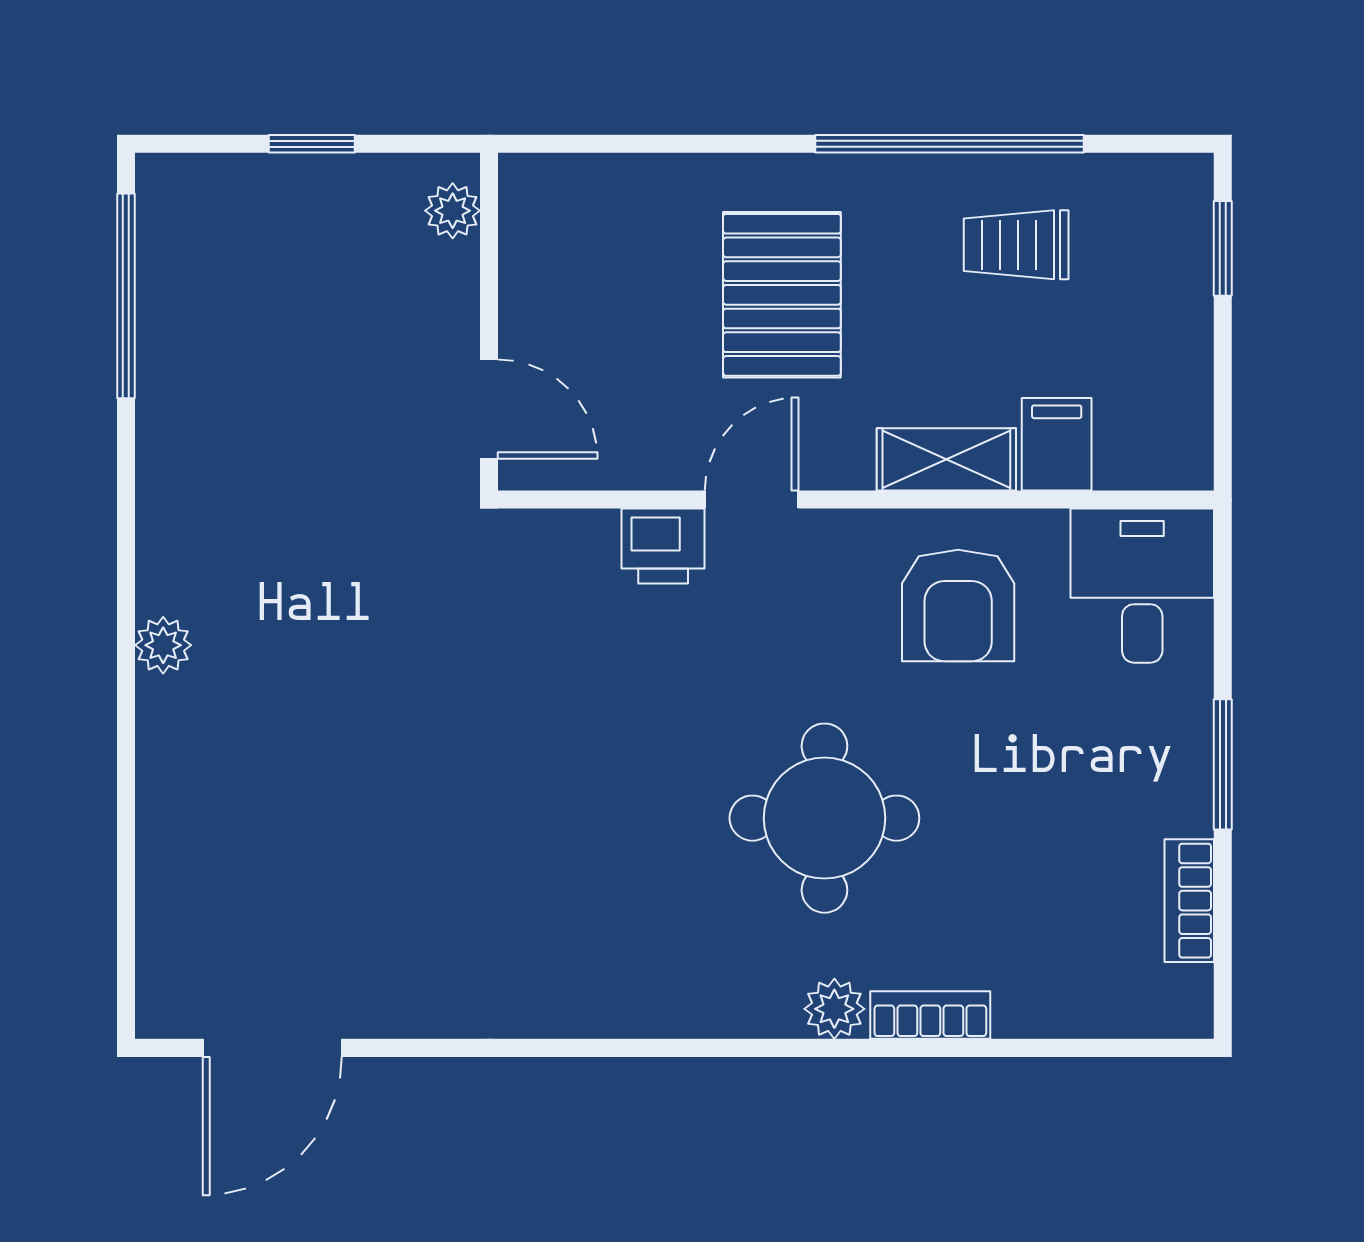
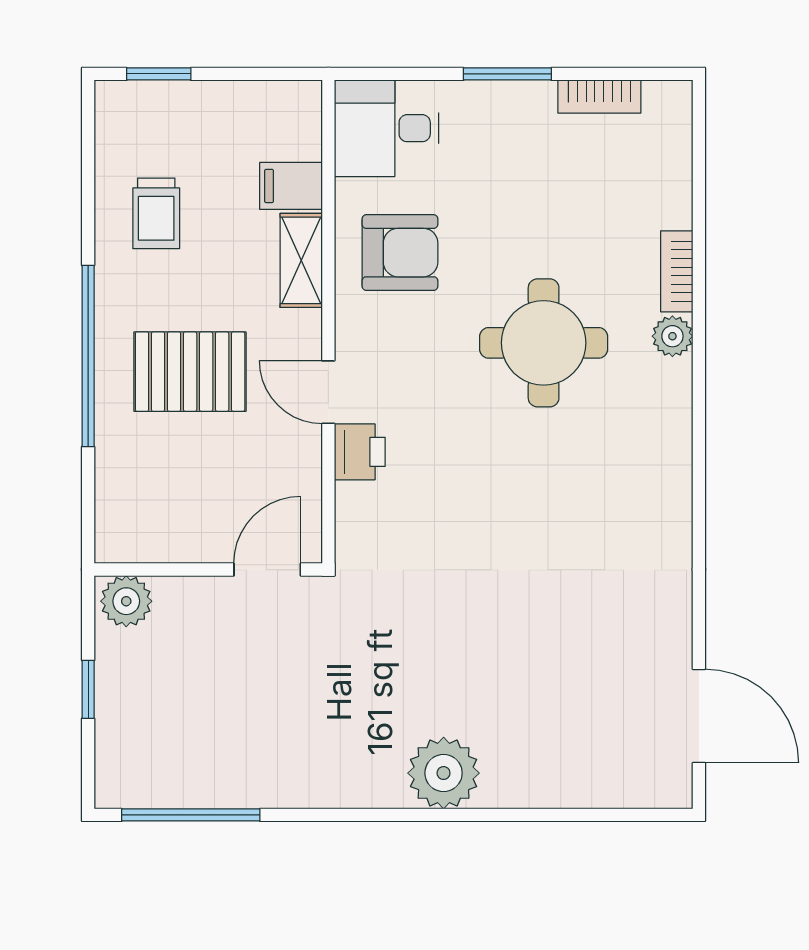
window: (950, 144) -> (88, 356), moved
plant: (453, 211) -> (126, 601), width x1.38, depth x1.38
plant: (163, 645) -> (444, 773), width x1.88, depth x1.88

